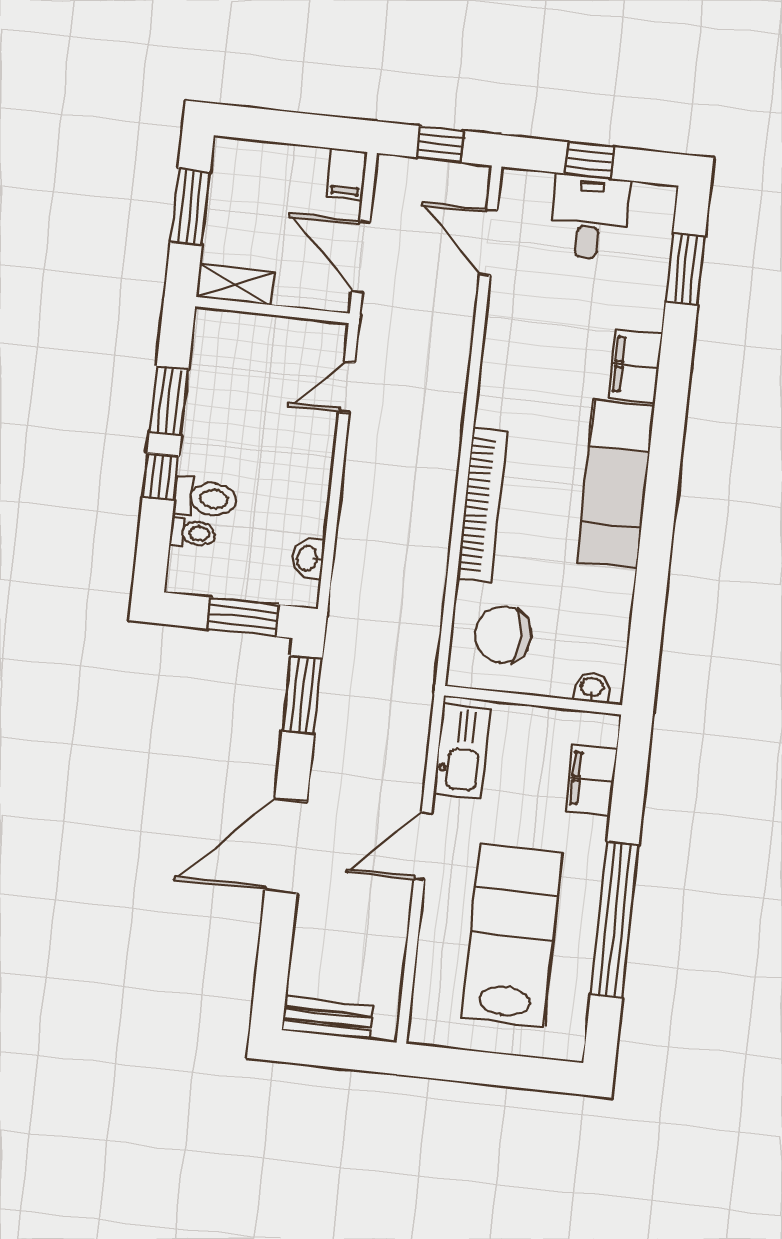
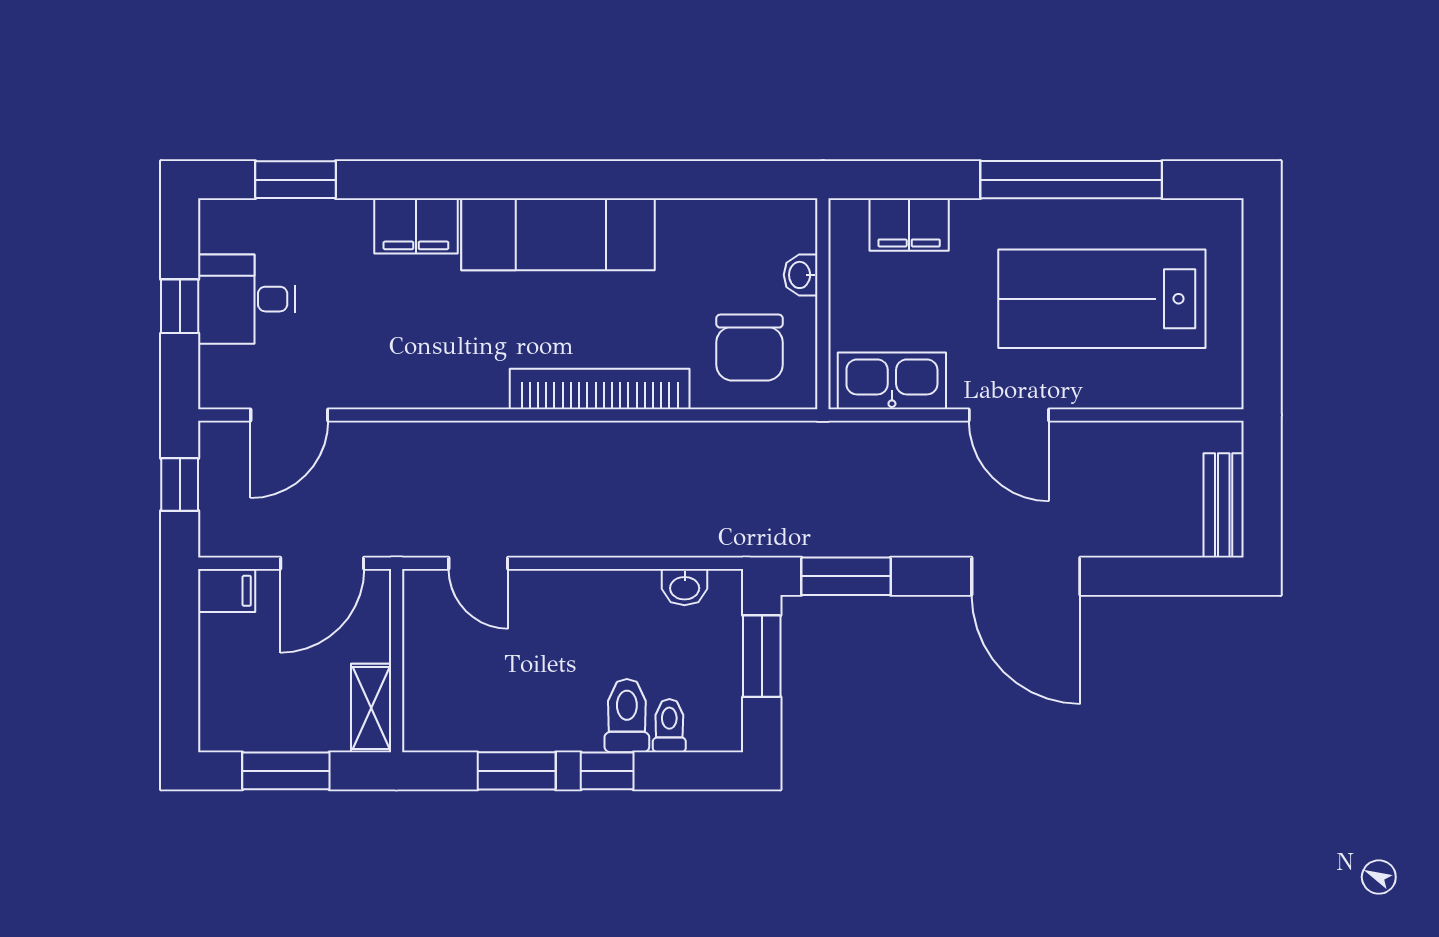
washbasin: (592, 688) -> (801, 275), moved

